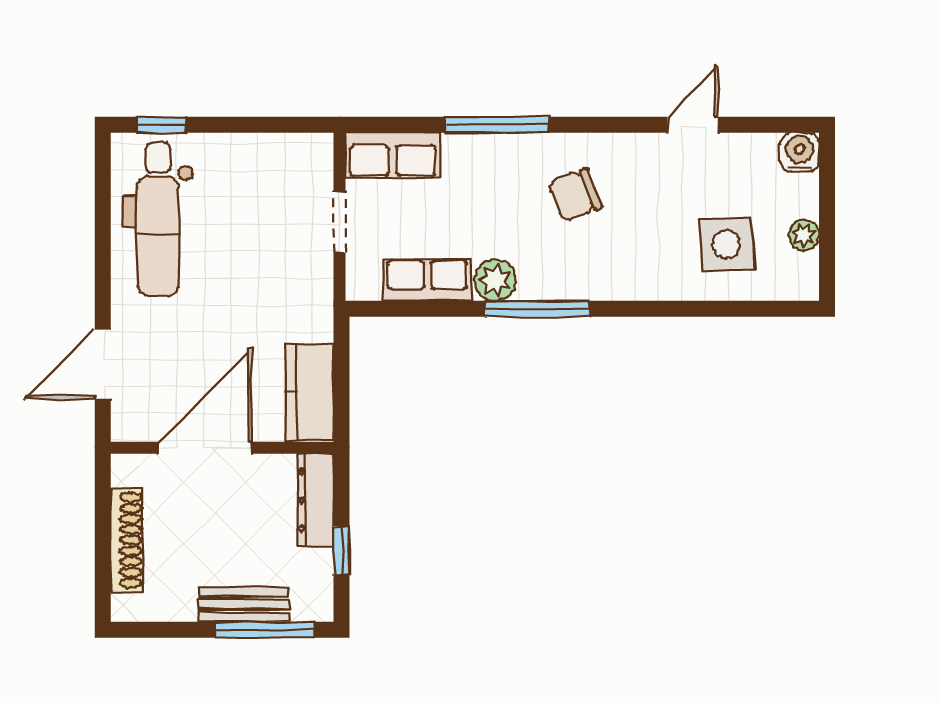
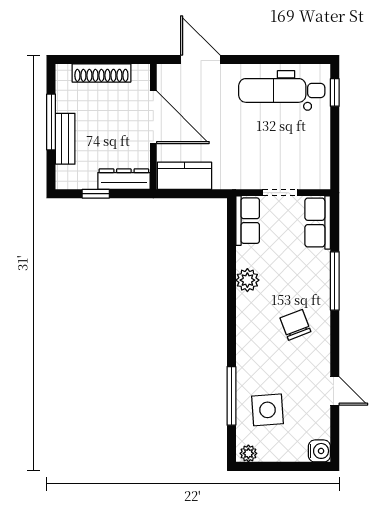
plant: (804, 235) -> (248, 453), moved
row of seats: (427, 280) -> (248, 221), moved
window: (537, 309) -> (231, 396), moved
window: (264, 630) -> (51, 122), moved

